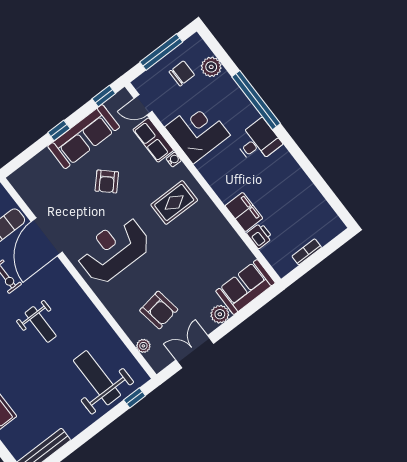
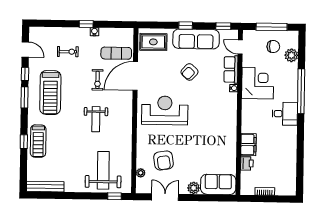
rug: (174, 202) -> (153, 42), moved

